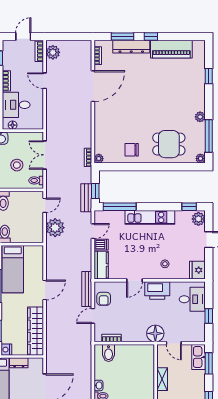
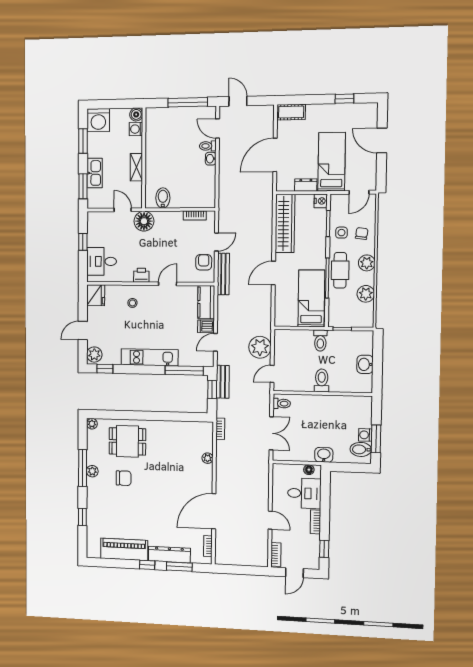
plant: (53, 52) -> (260, 553), removed
window: (209, 136) -> (83, 468), moved
chair: (132, 150) -> (124, 478), moved
plant: (99, 159) -> (208, 458), moved
stool: (17, 165) -> (304, 422), removed
printer: (157, 290) -> (141, 275), width x0.53, depth x0.68
bidet: (109, 353) -> (163, 198), moved
kitchen sink: (199, 357) -> (95, 173), moved

